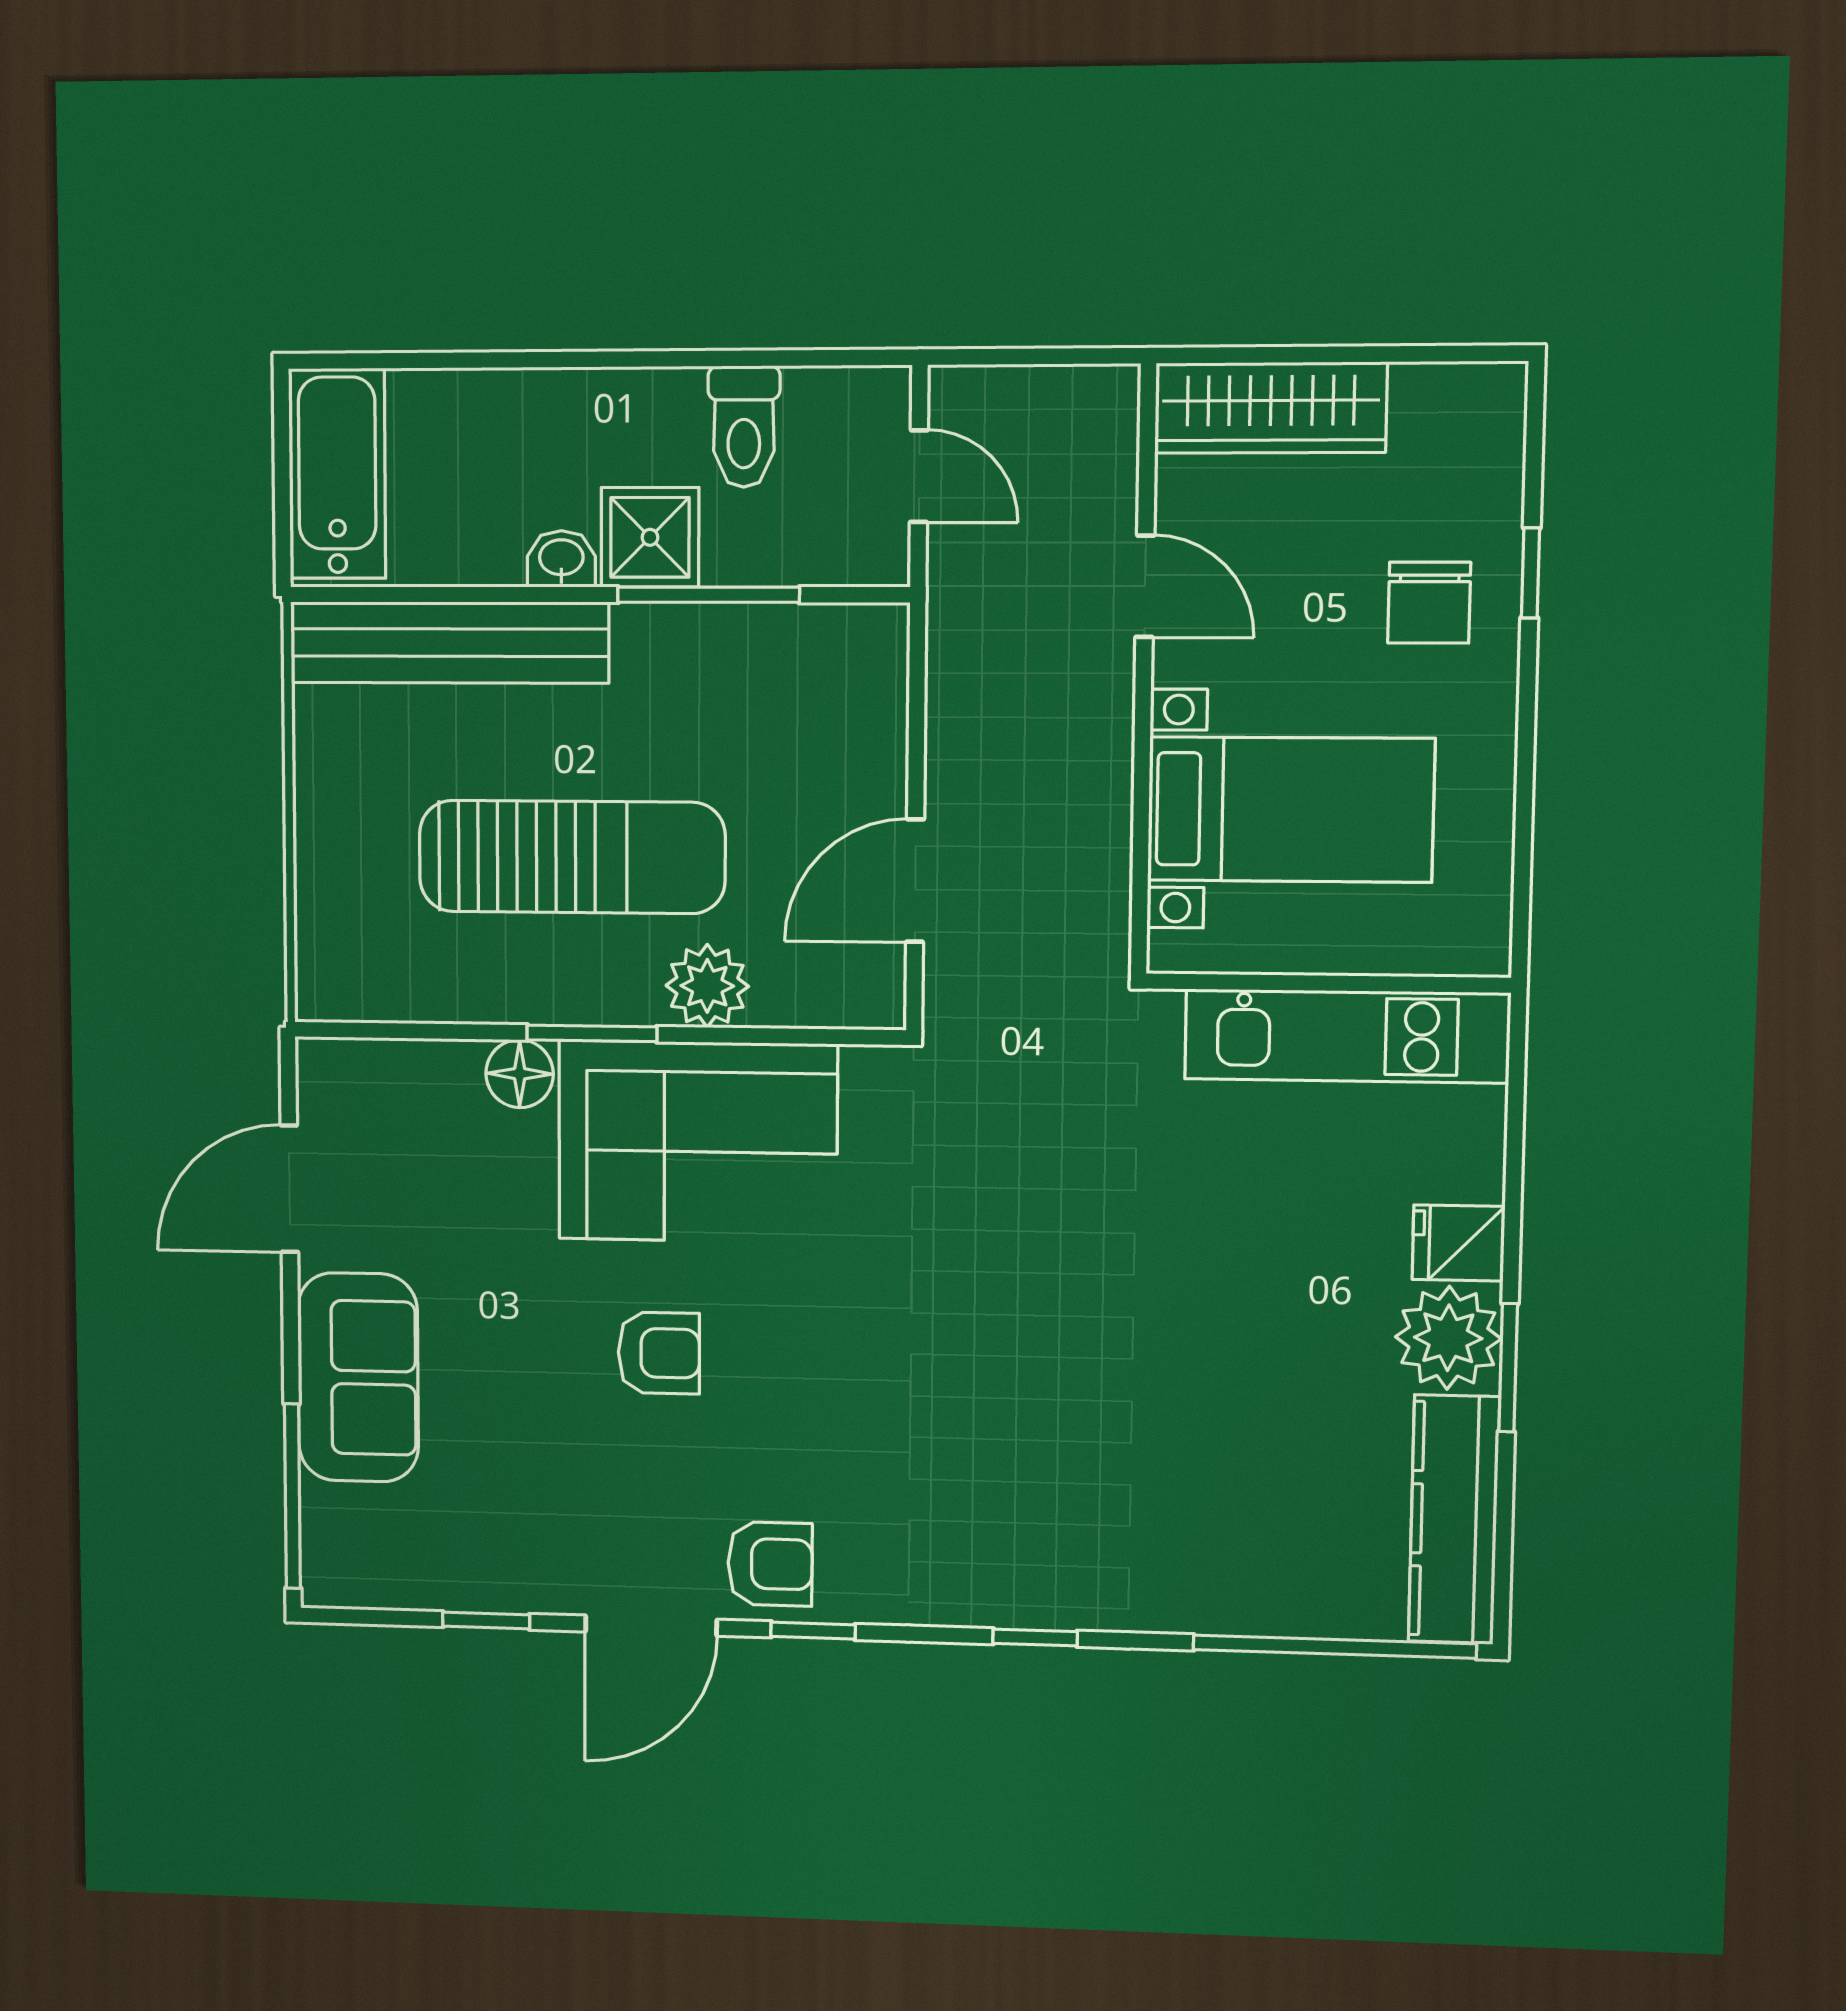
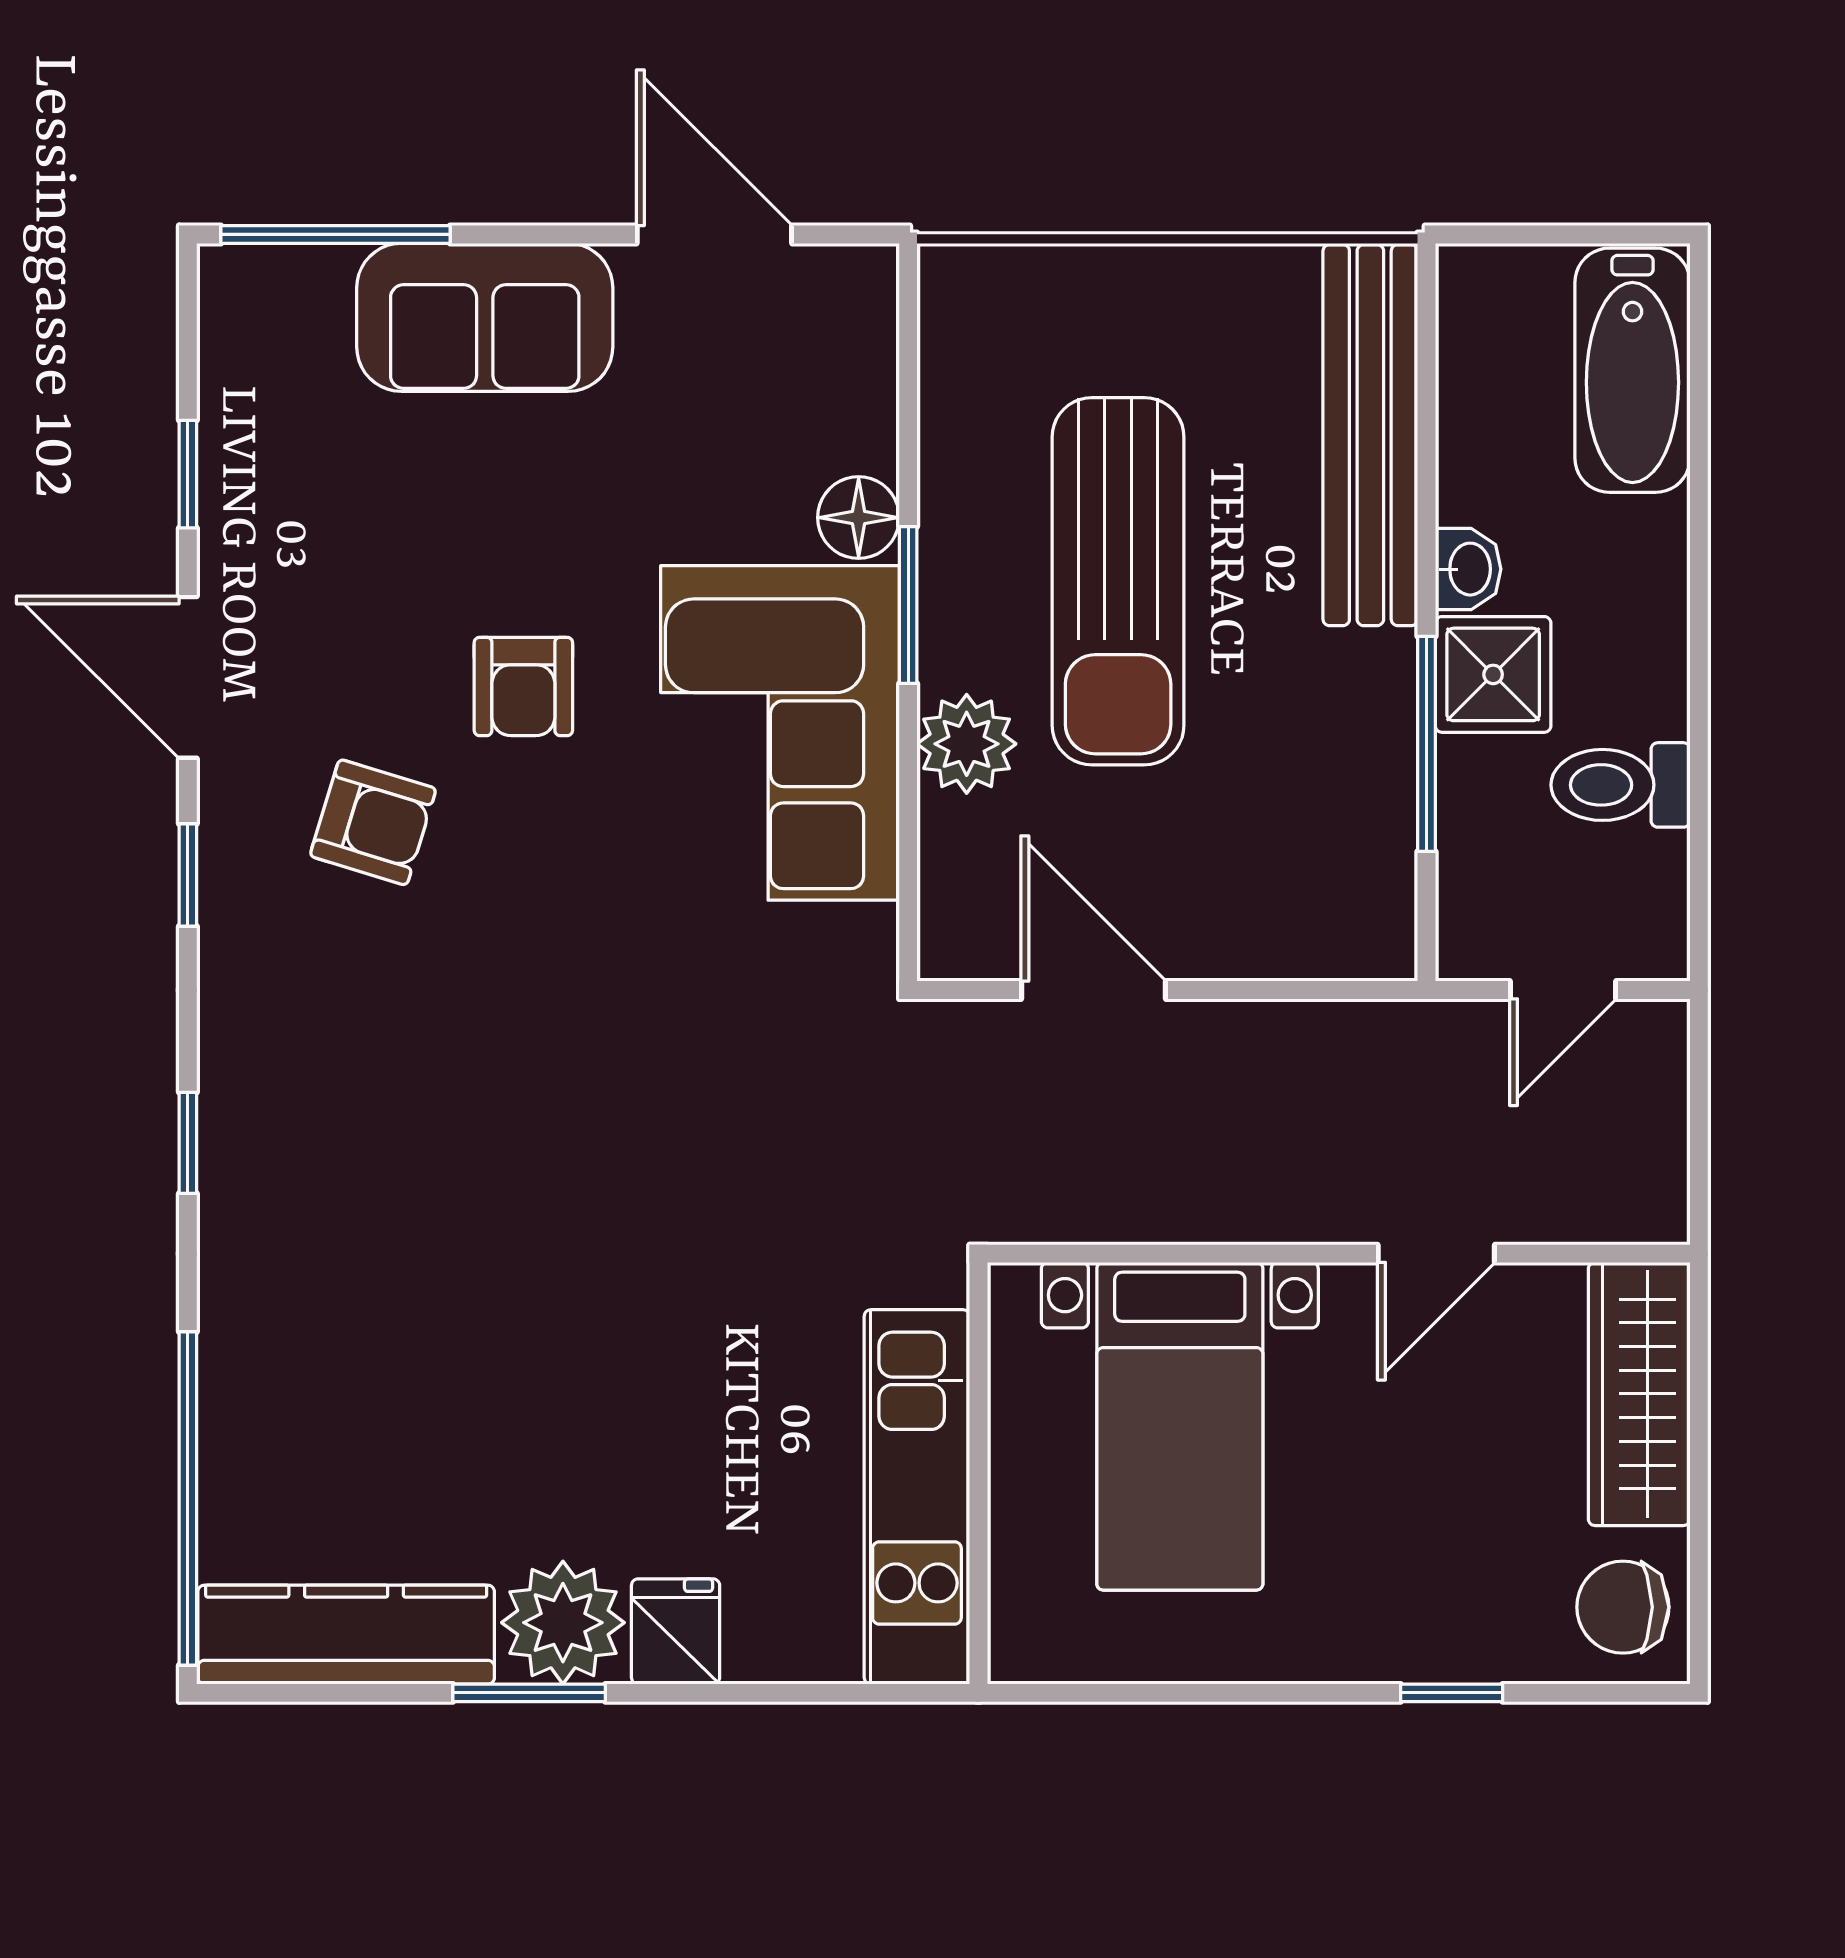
bathtub: (337, 474) -> (1632, 370), moved, turned 90
chair: (1429, 603) -> (1623, 1607), moved
armchair: (770, 1564) -> (373, 822), moved, turned -73

